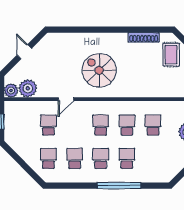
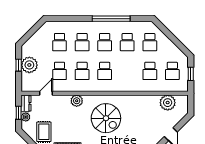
plant: (11, 90) -> (77, 101), moved
door: (66, 99) -> (46, 93), moved
school desk: (22, 125) -> (172, 71), added
school desk: (153, 158) -> (59, 42), added
window: (119, 186) -> (111, 19), moved

